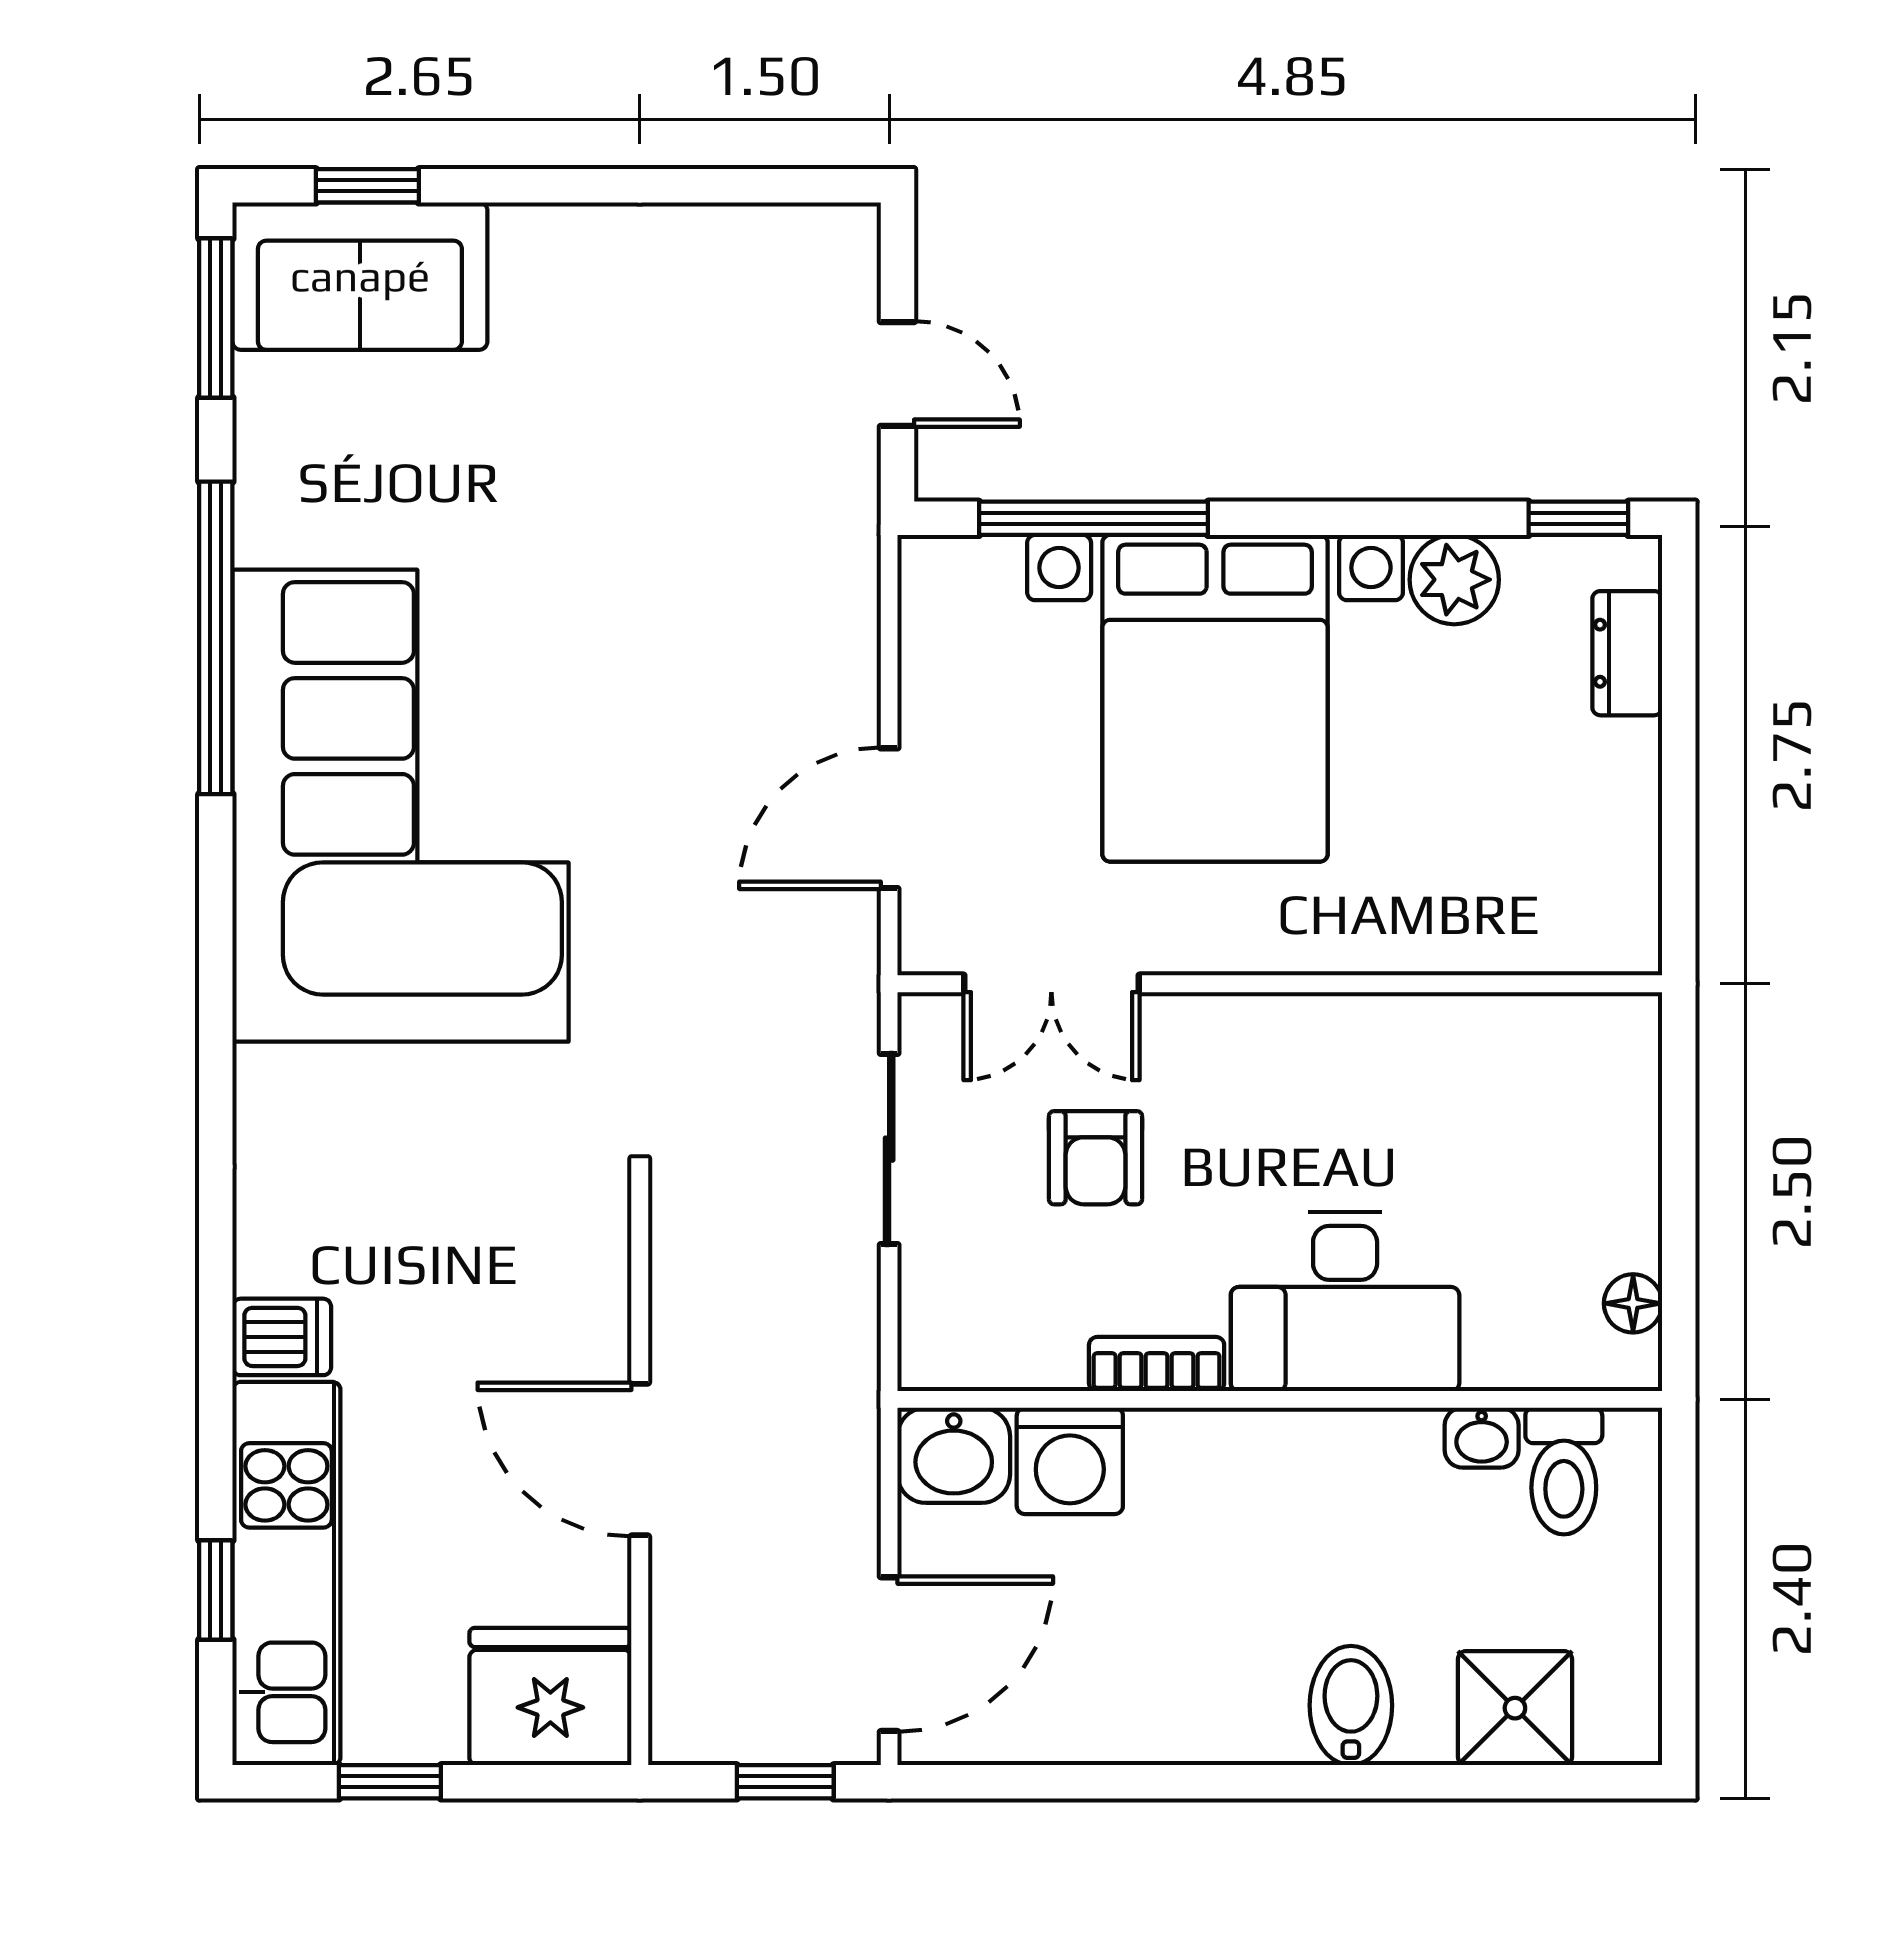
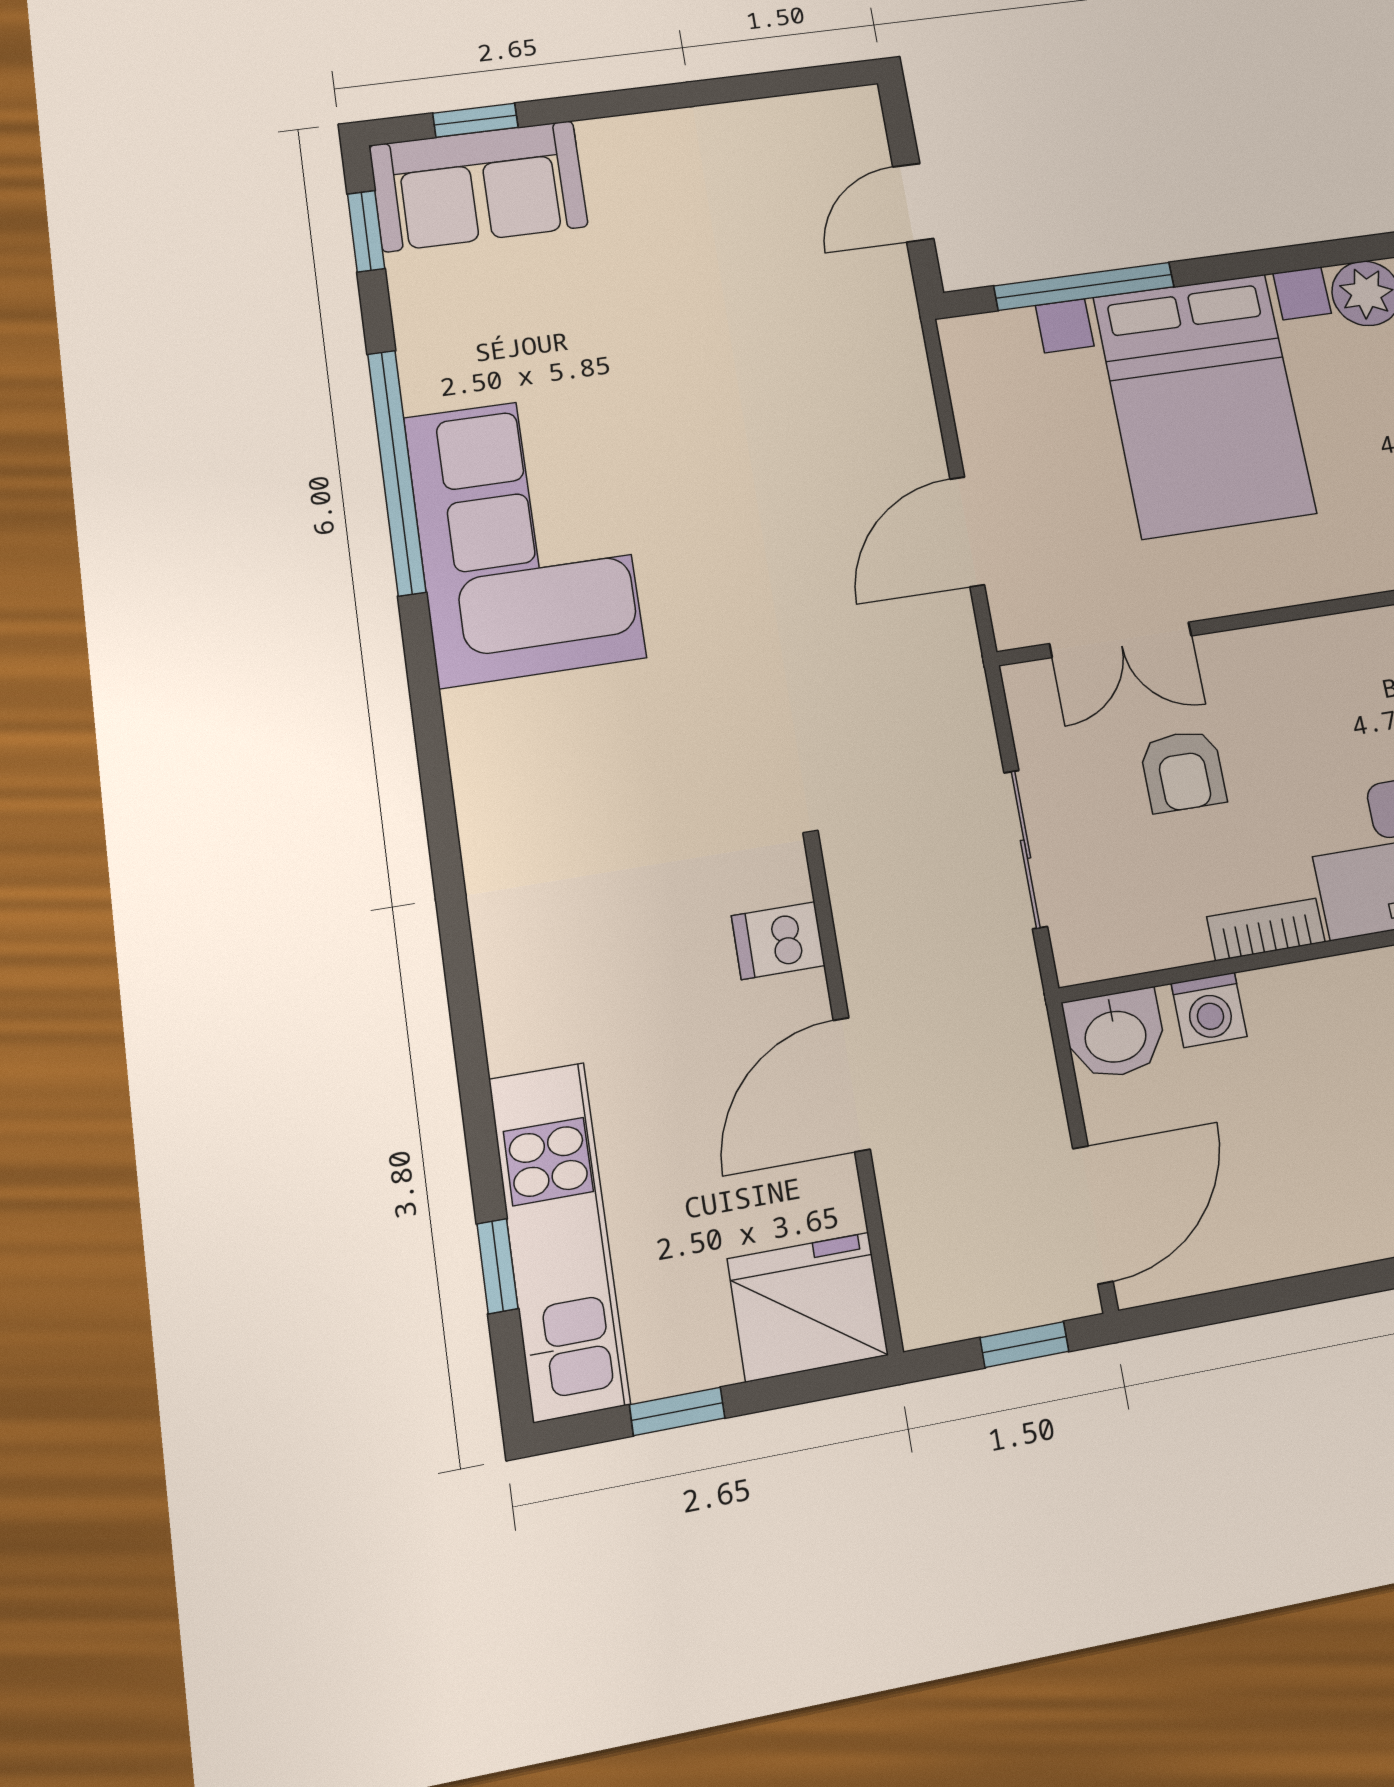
window: (216, 318) -> (366, 231), width x0.67
door: (897, 374) -> (913, 203), swing flipped
corner sofa: (401, 806) -> (524, 537), width x0.73, depth x0.74
sliding door: (889, 1149) -> (1026, 849), moved
dishwasher: (282, 1337) -> (778, 941), moved, turned 180
door: (640, 1459) -> (852, 1084), hinge flipped
washing machine: (1070, 1461) -> (1209, 1010), width x0.73, depth x0.73

